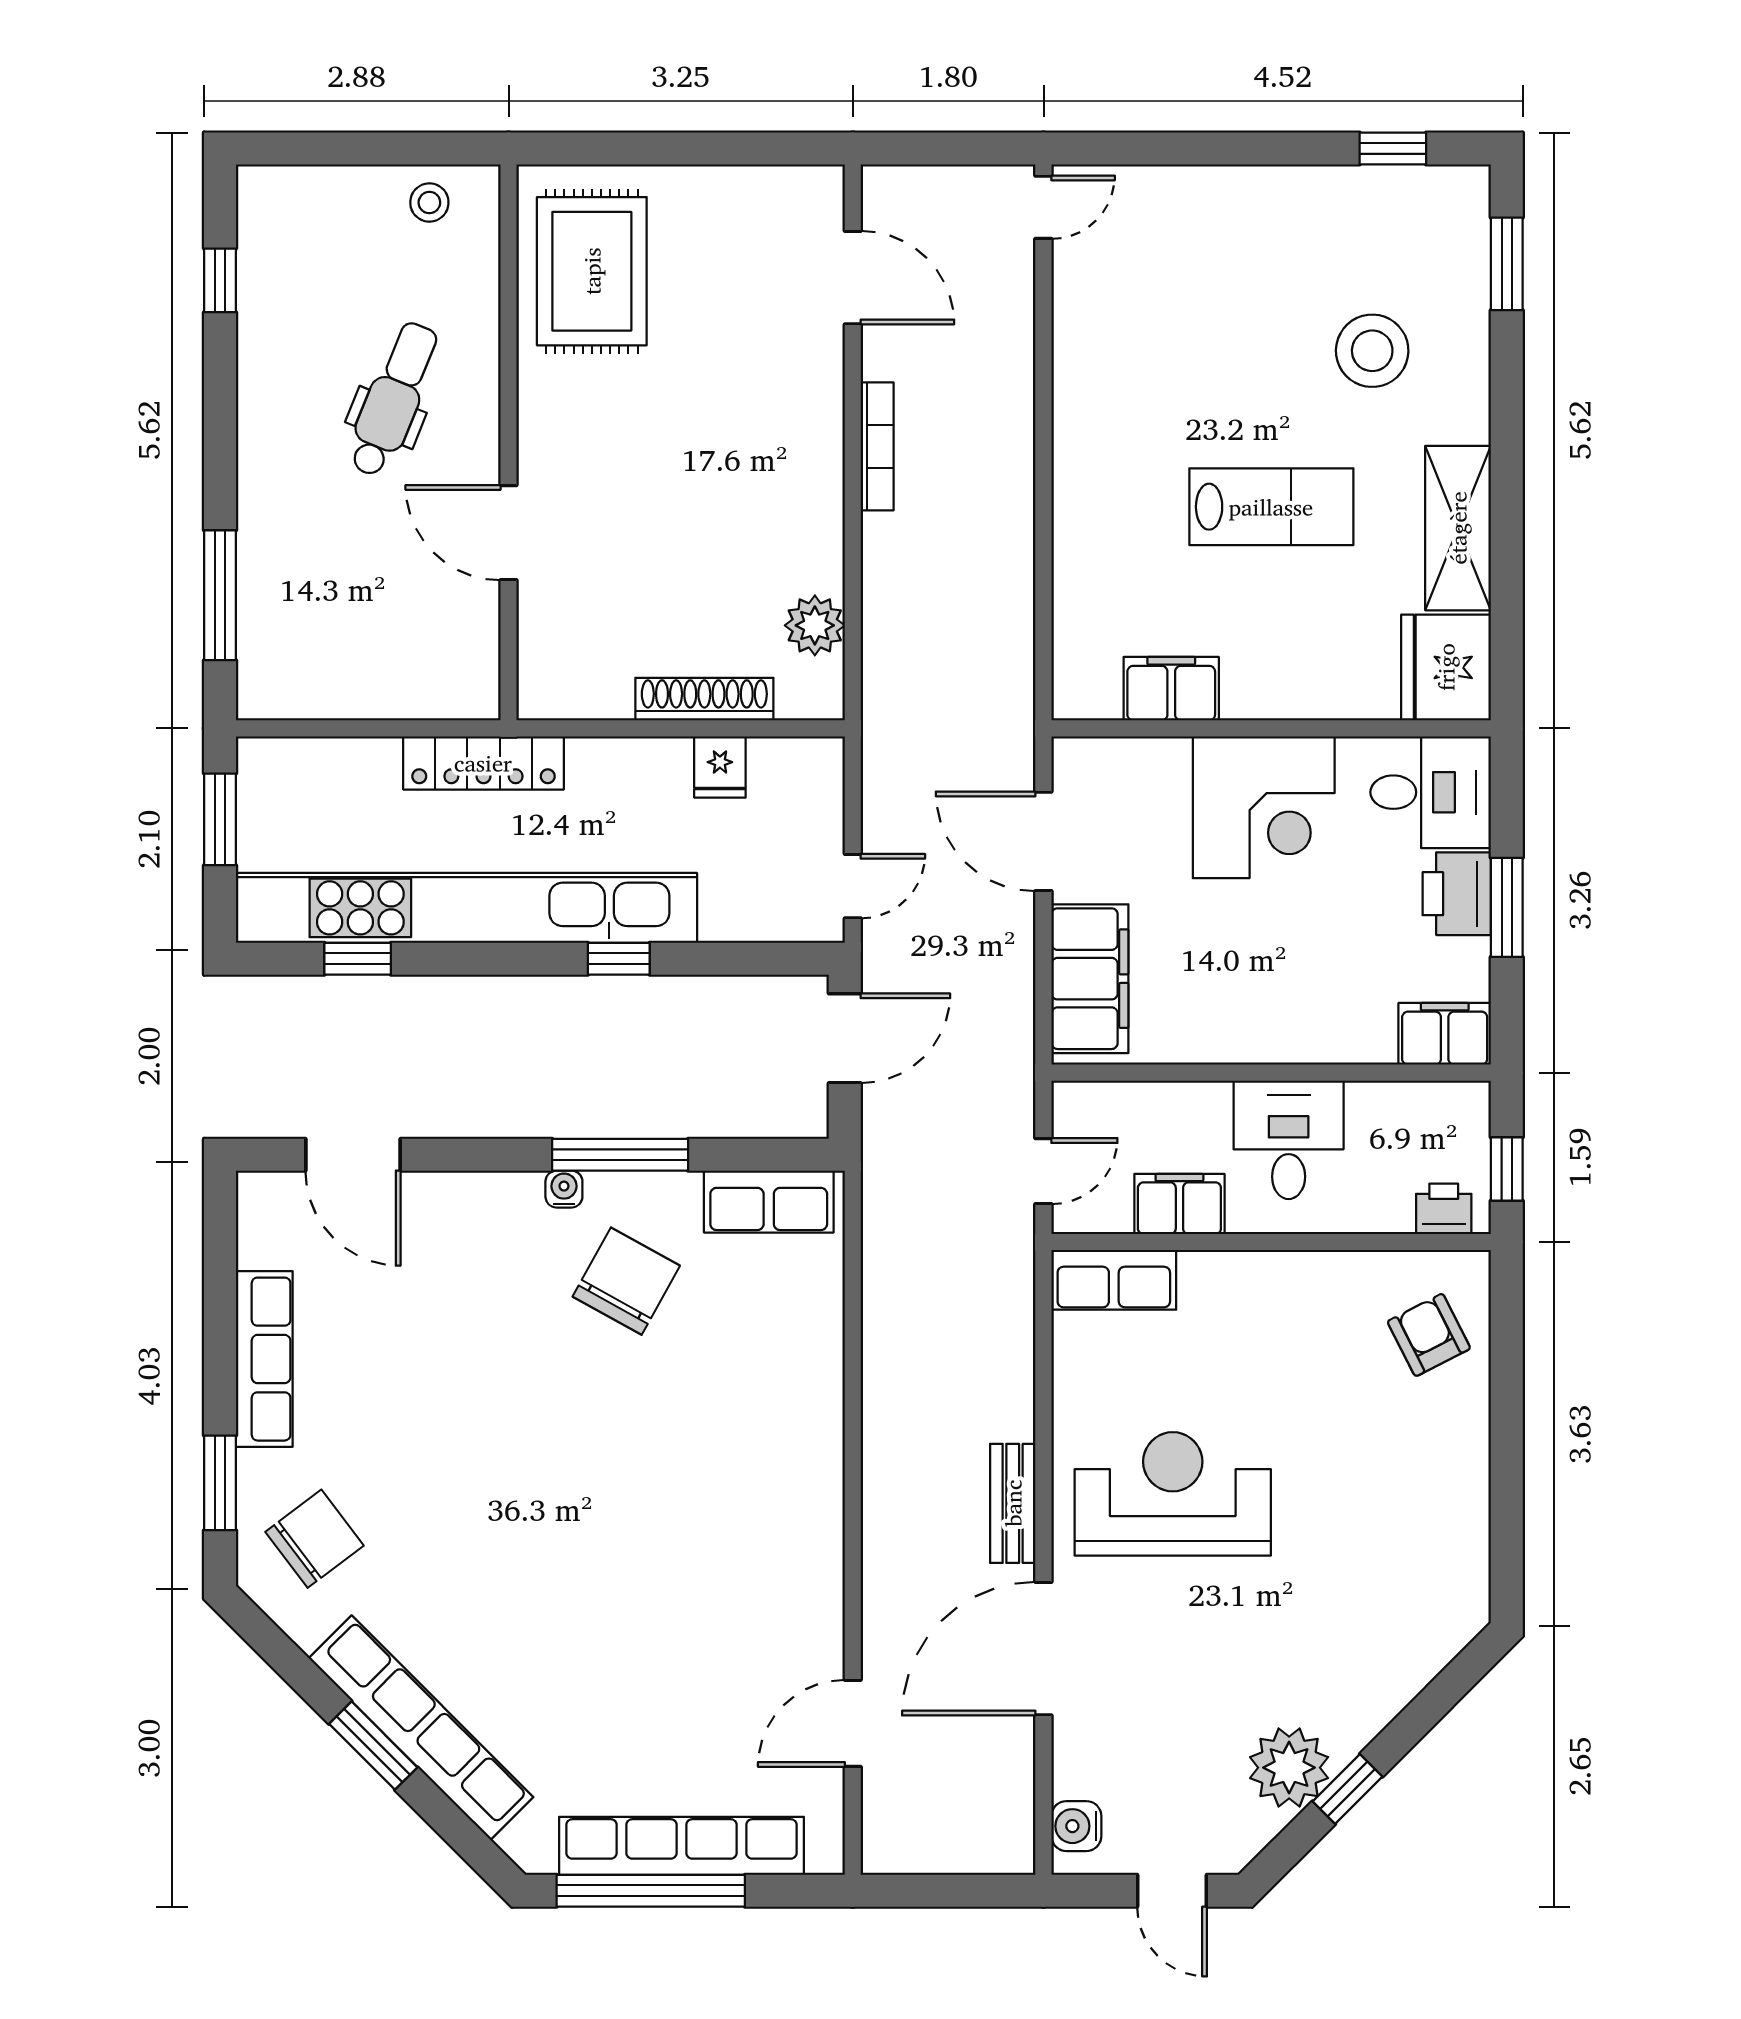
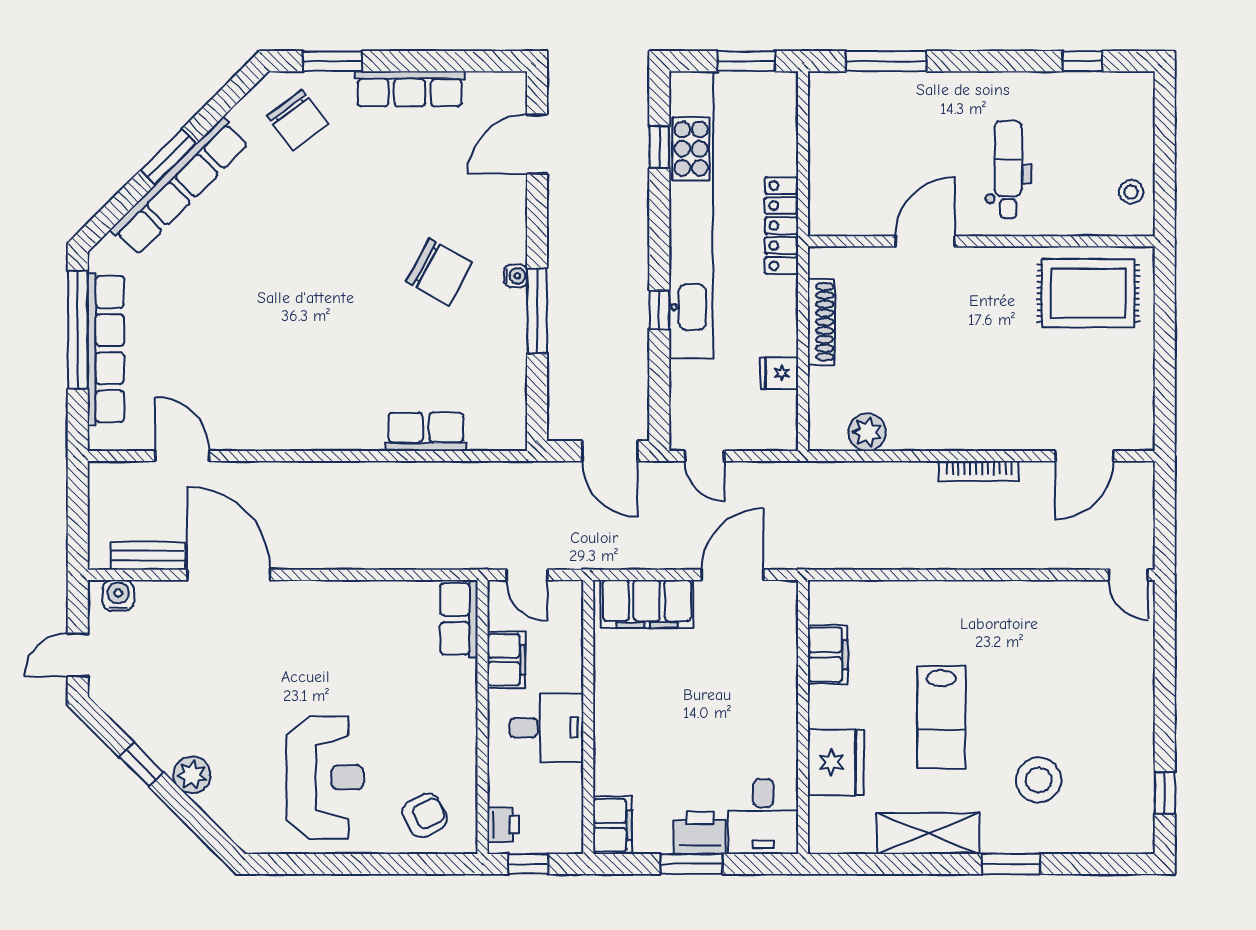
window: (1507, 264) -> (1011, 864), moved
dental chair: (393, 399) -> (1008, 169), turned -112
fridge: (1446, 667) -> (836, 762), moved, turned 90
shoe rack: (704, 699) -> (821, 322), moved
corner desk: (1264, 807) -> (754, 712), removed
row of seats: (769, 1202) -> (426, 432), moved, turned 90
chair: (626, 1281) -> (439, 272), moved
reception desk: (1173, 1494) -> (325, 777), moved
bench: (1013, 1503) -> (148, 556), moved
plant: (1289, 1768) -> (192, 775), moved, width x0.73, depth x0.73

